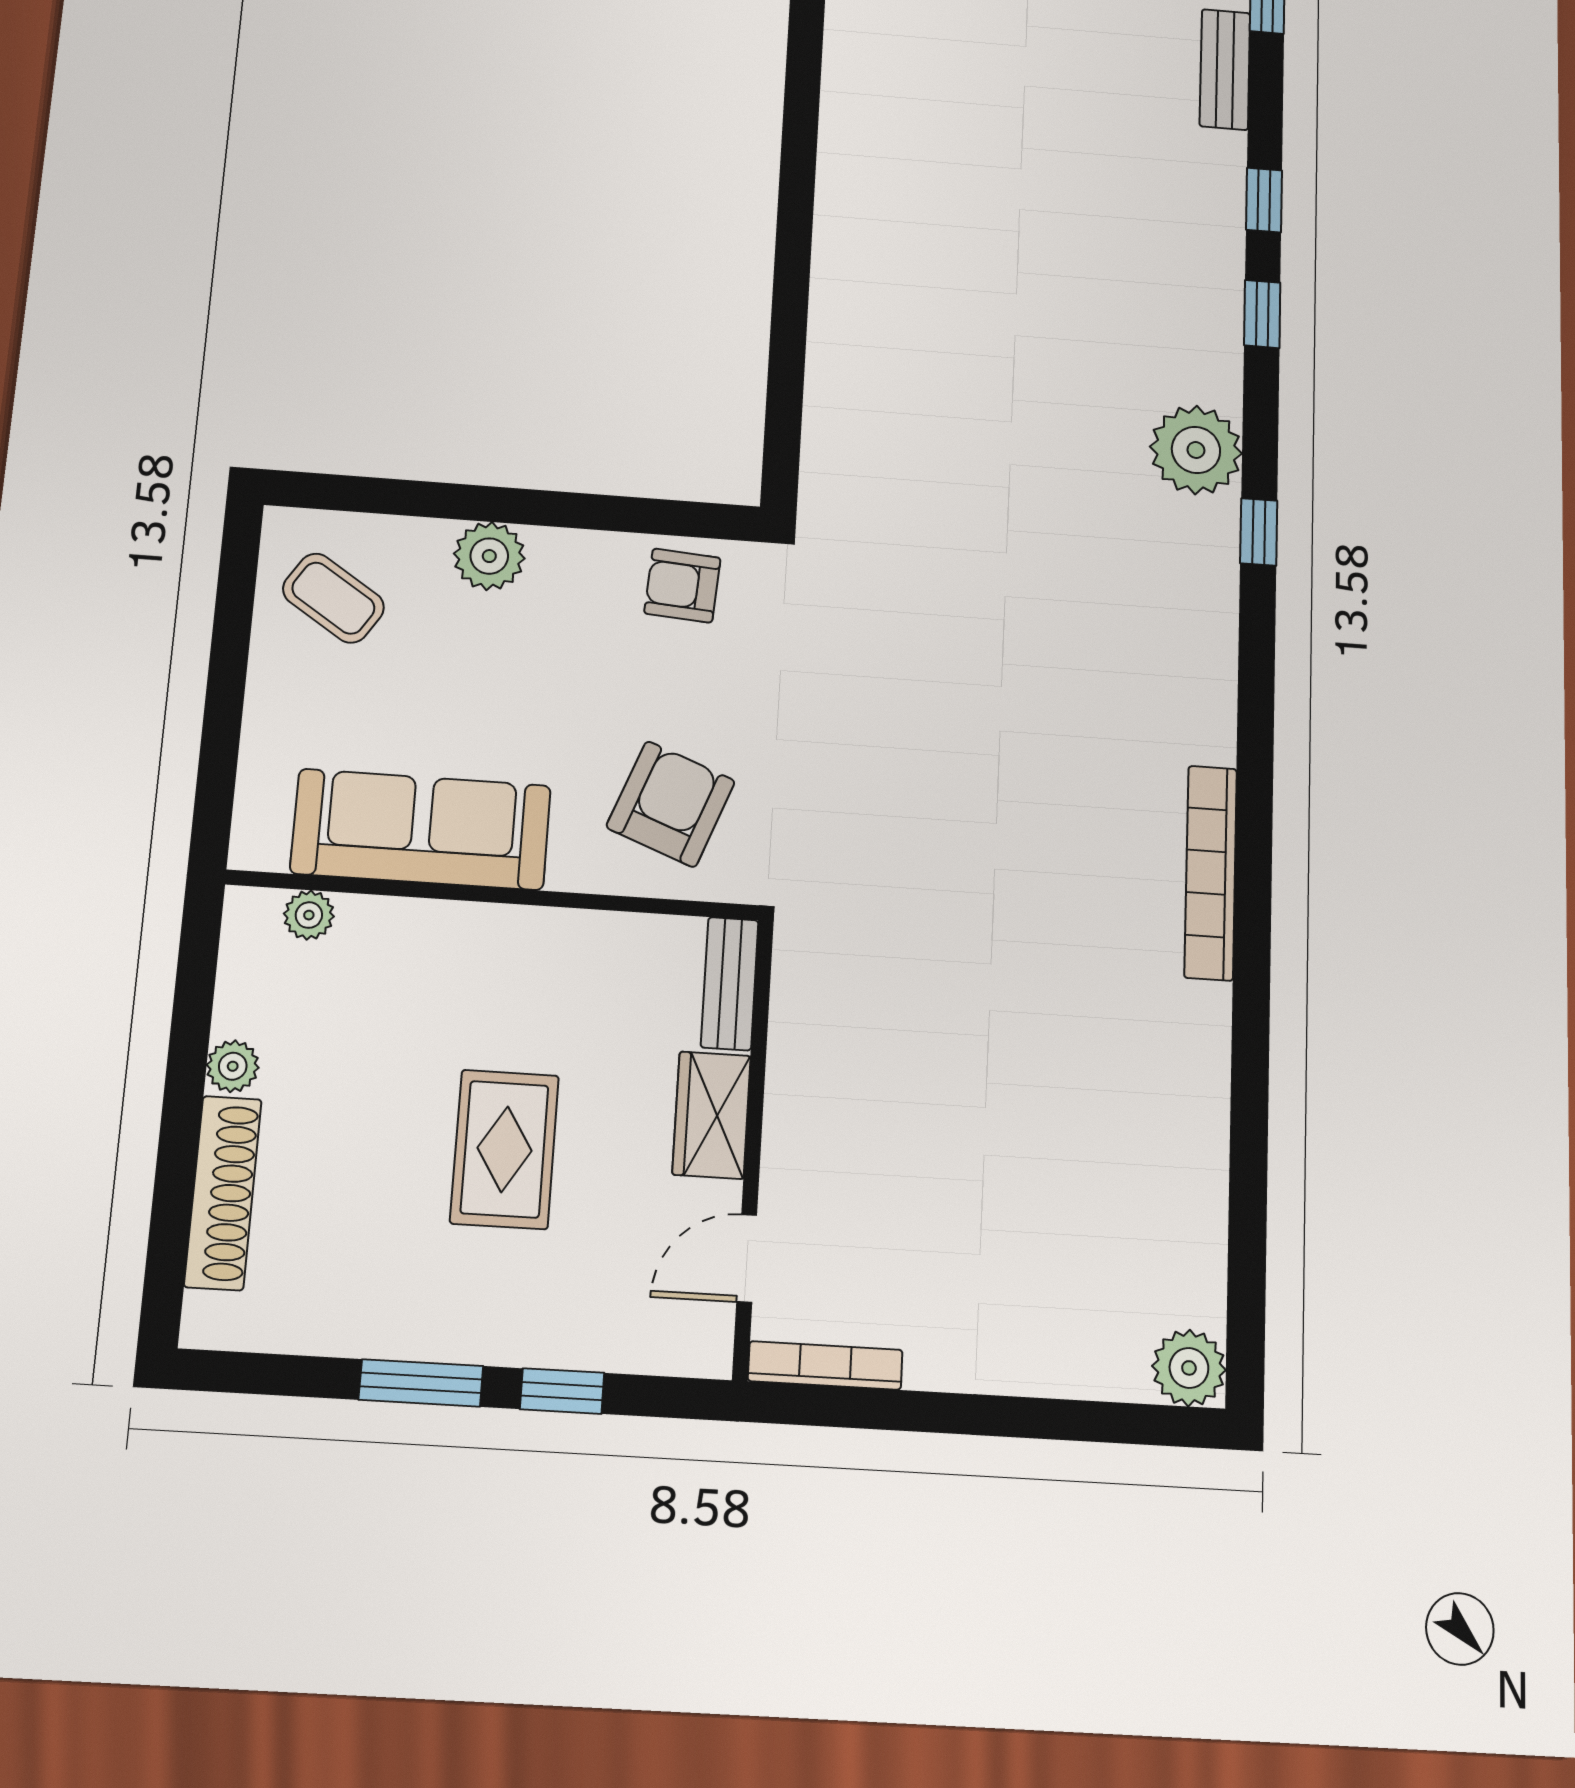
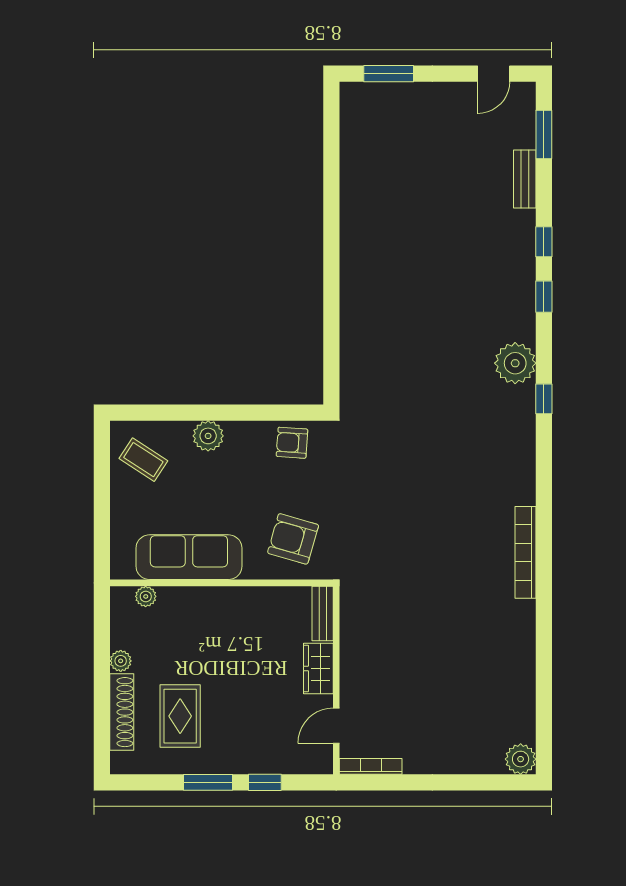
armchair: (671, 804) -> (293, 539), turned -95
rug: (505, 1149) -> (180, 716), moved

